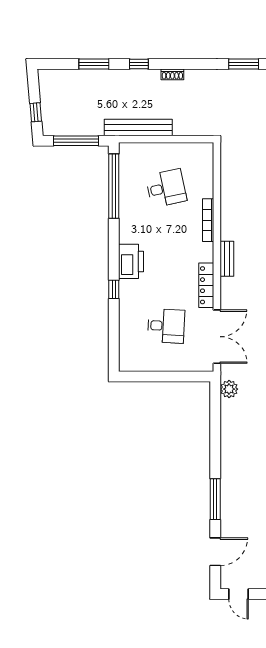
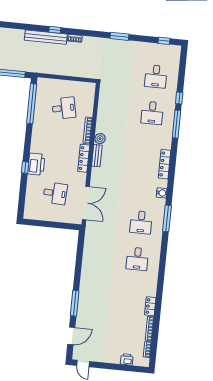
window: (94, 64) -> (27, 27), removed
bench: (138, 127) -> (46, 37), moved
printer: (131, 261) -> (36, 164), moved
locker: (206, 285) -> (84, 158), moved
plant: (229, 389) -> (100, 139), moved

